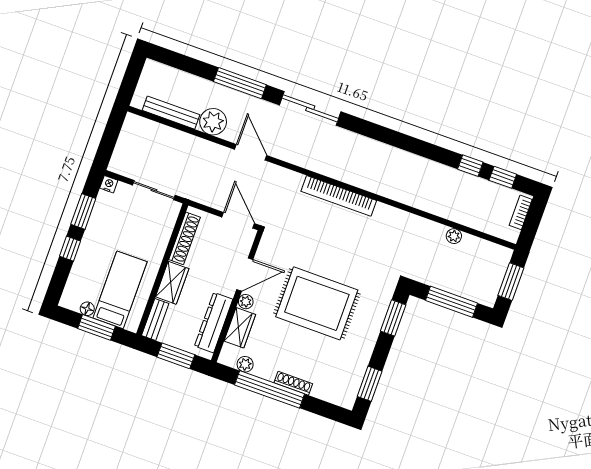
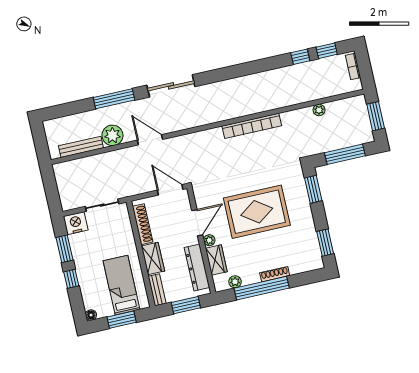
nightstand: (109, 184) -> (76, 223), width x1.89, depth x1.79
bookcase: (339, 196) -> (252, 126), moved
floor lamp: (87, 309) -> (91, 315), moved

